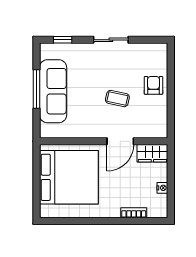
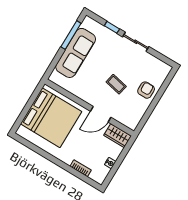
window: (63, 40) -> (112, 27), moved
window: (36, 89) -> (71, 35), moved

